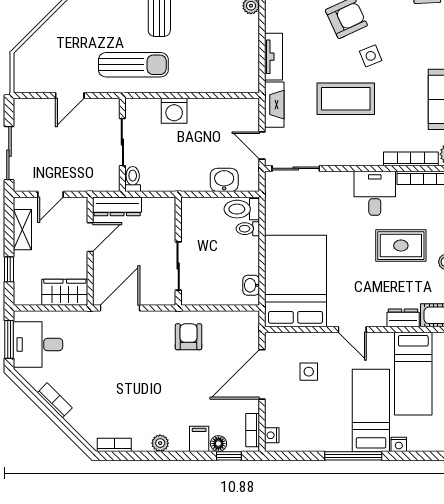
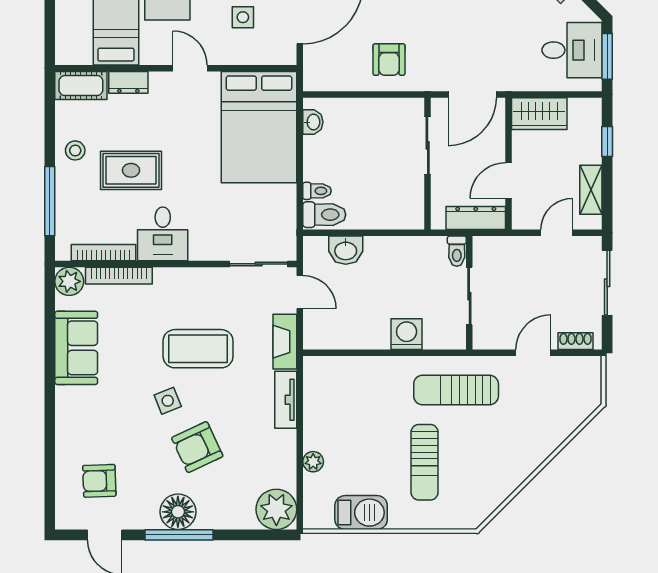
shoe rack: (35, 105) -> (575, 341), added
wall: (178, 251) -> (428, 164), moved
sliding door: (178, 266) -> (428, 145), moved

